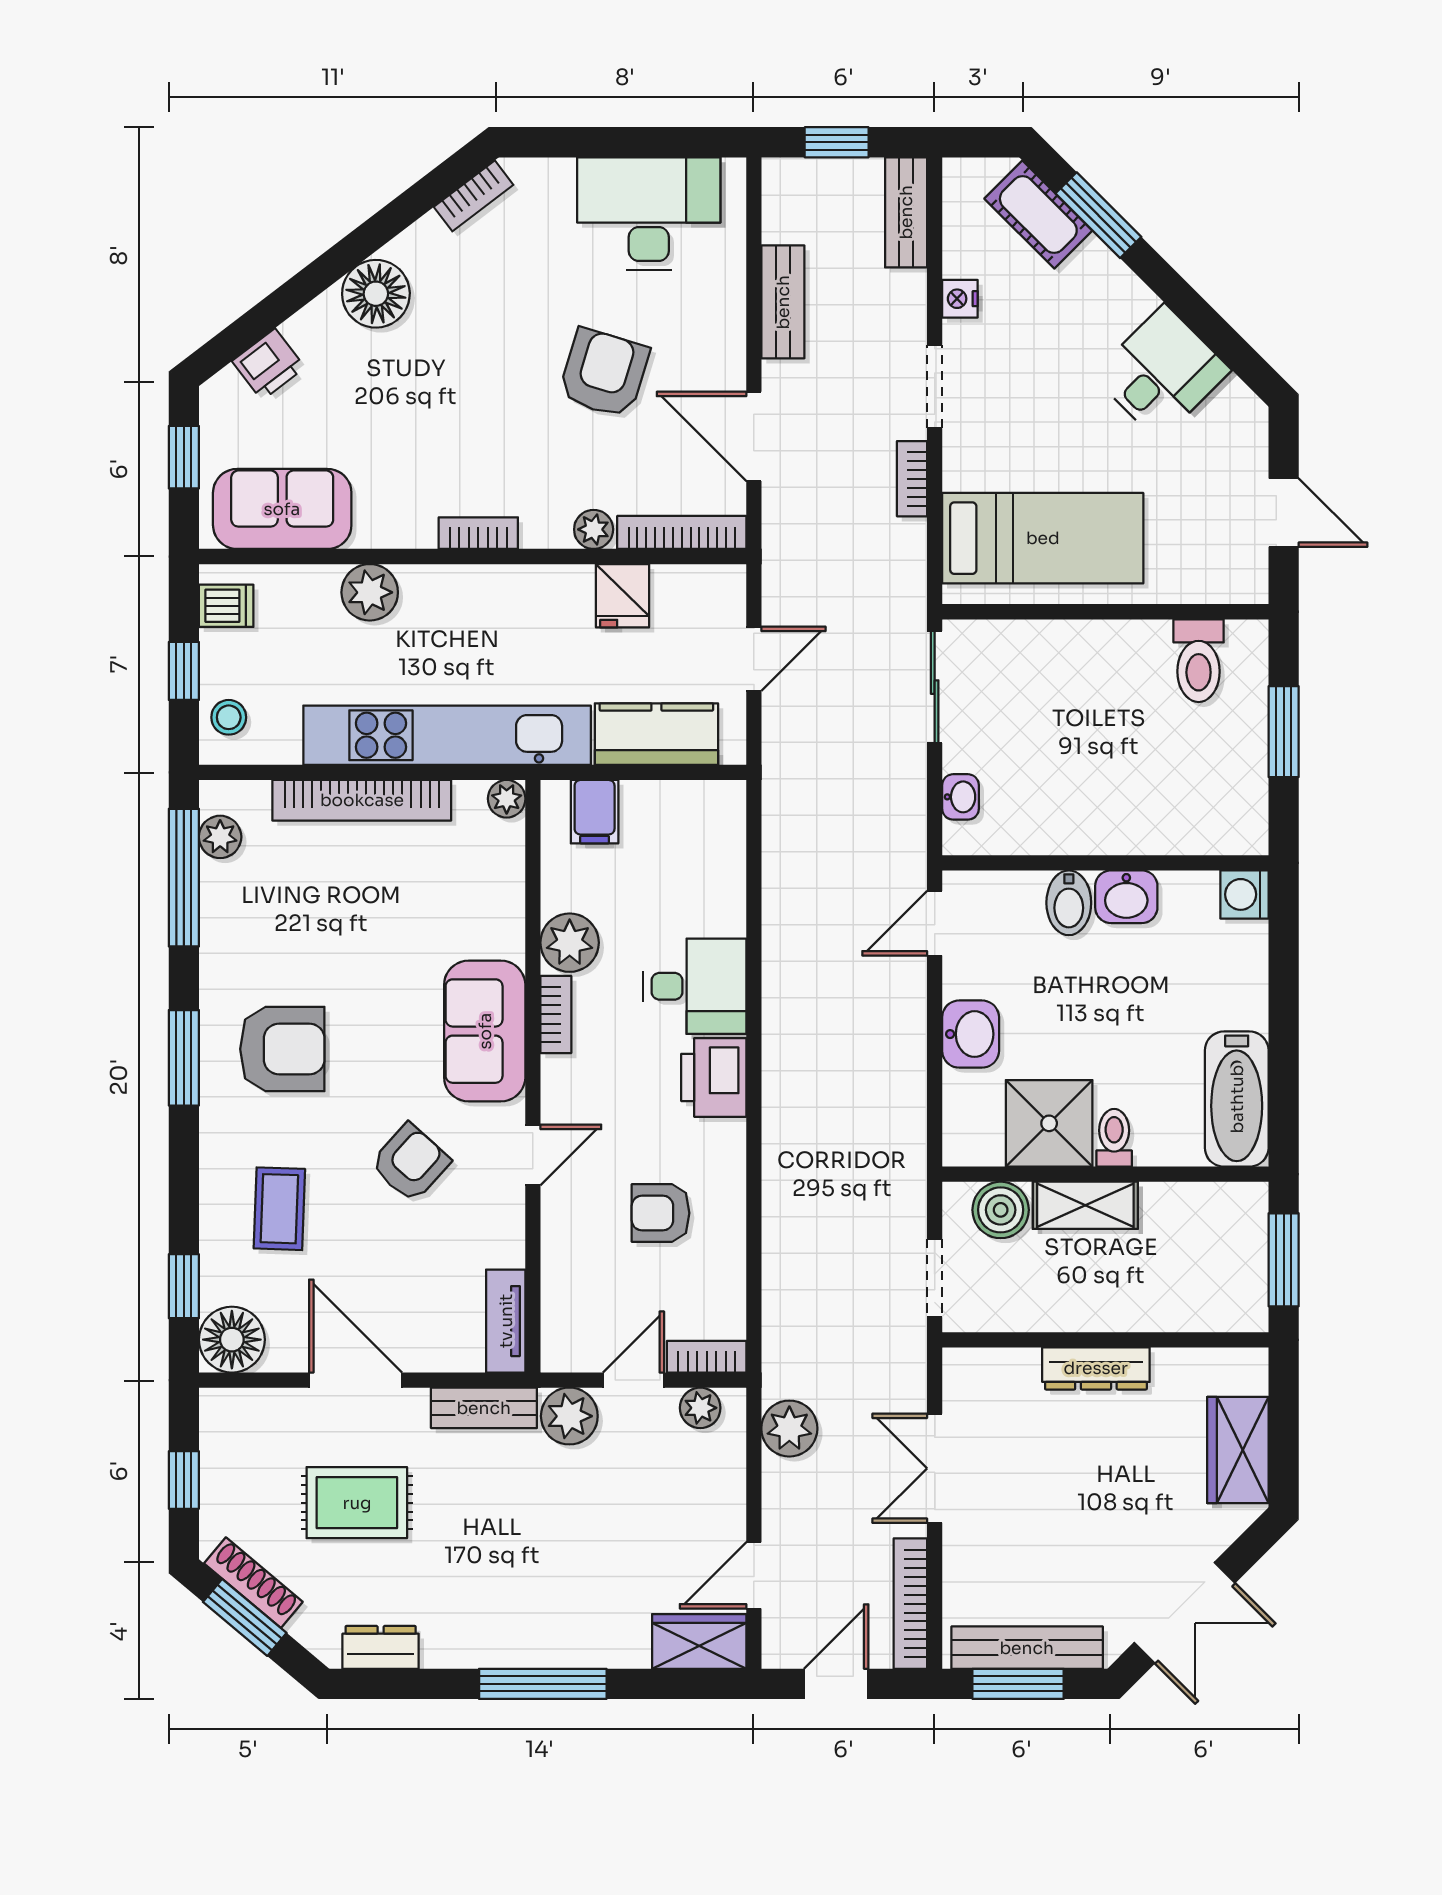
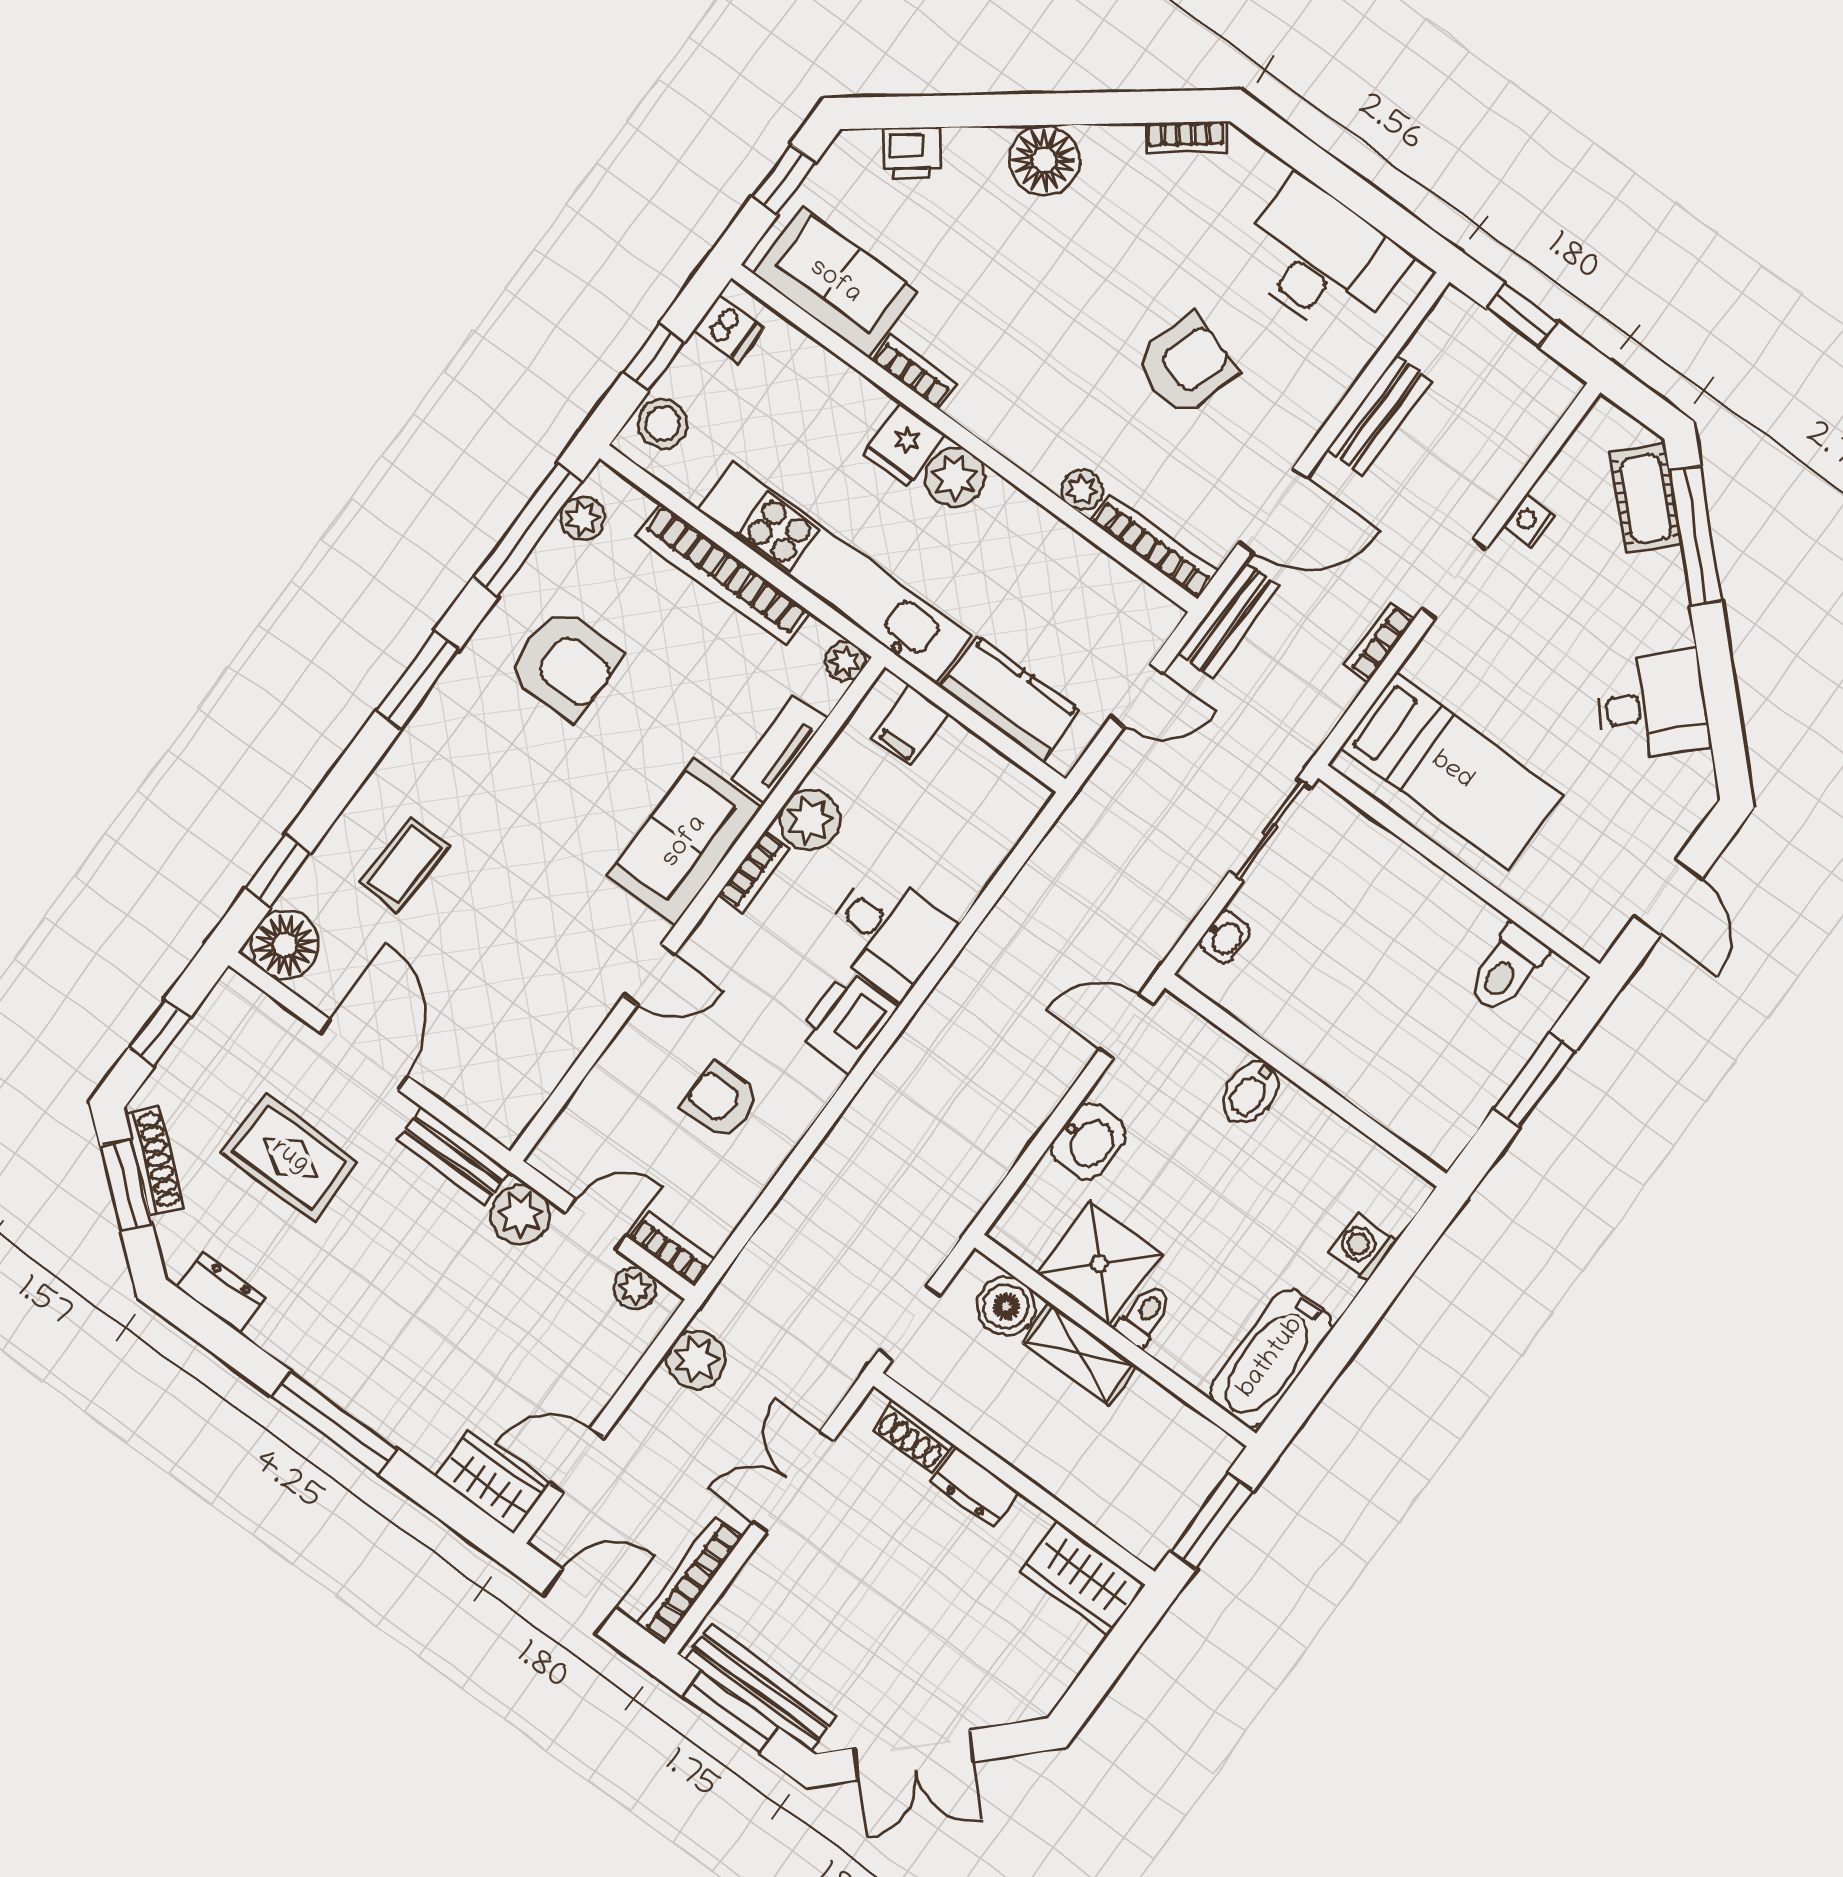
bench: (906, 212) -> (1229, 620), moved
window: (1098, 215) -> (1695, 536), width x1.44
door: (754, 436) -> (1273, 510), swing flipped
bookcase: (478, 533) -> (914, 372), moved
plant: (370, 592) -> (955, 477), moved
fridge: (623, 596) -> (904, 444), moved
stool: (229, 717) -> (663, 424), width x1.37, depth x1.37
washing machine: (1244, 894) -> (1362, 1247), moved
washbasin: (1126, 897) -> (1302, 1122), removed
armchair: (282, 1049) -> (565, 664), moved
armchair: (410, 1163) -> (542, 906), removed
tv unit: (506, 1321) -> (779, 750), moved
shoe rack: (1002, 1365) -> (913, 1437), added
dresser: (1096, 1368) -> (975, 1487), width x0.70
wardrobe: (1238, 1450) -> (1083, 1578), moved, turned -90

